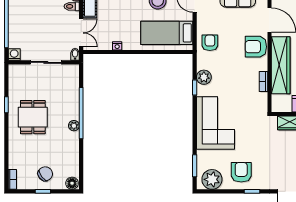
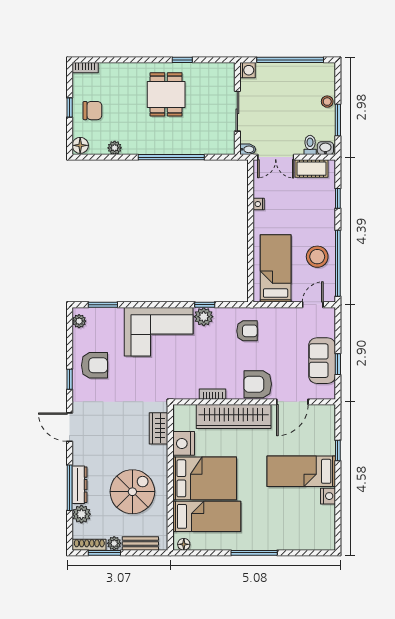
armchair: (210, 43) -> (247, 331), moved
armchair: (256, 47) -> (258, 384), turned -90
plant: (204, 77) -> (204, 317), moved
dining table: (33, 117) -> (166, 94), turned 90
plant: (74, 126) -> (115, 148), moved
chair: (45, 174) -> (92, 111), turned -52
plant: (212, 179) -> (79, 321), width x0.53, depth x0.53

